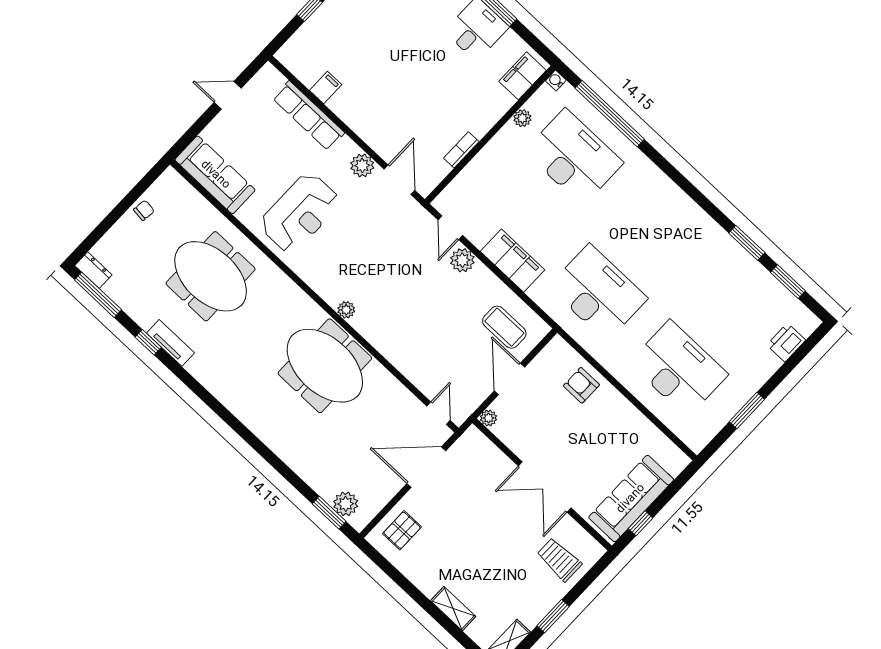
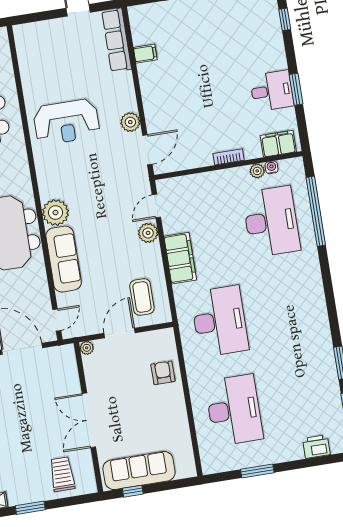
water cooler: (556, 80) -> (272, 167), moved
row of seats: (309, 116) -> (117, 40), moved
bookcase: (461, 150) -> (229, 157), moved
sofa: (215, 175) -> (64, 259), moved
plant: (346, 310) -> (56, 213), width x1.87, depth x1.87

